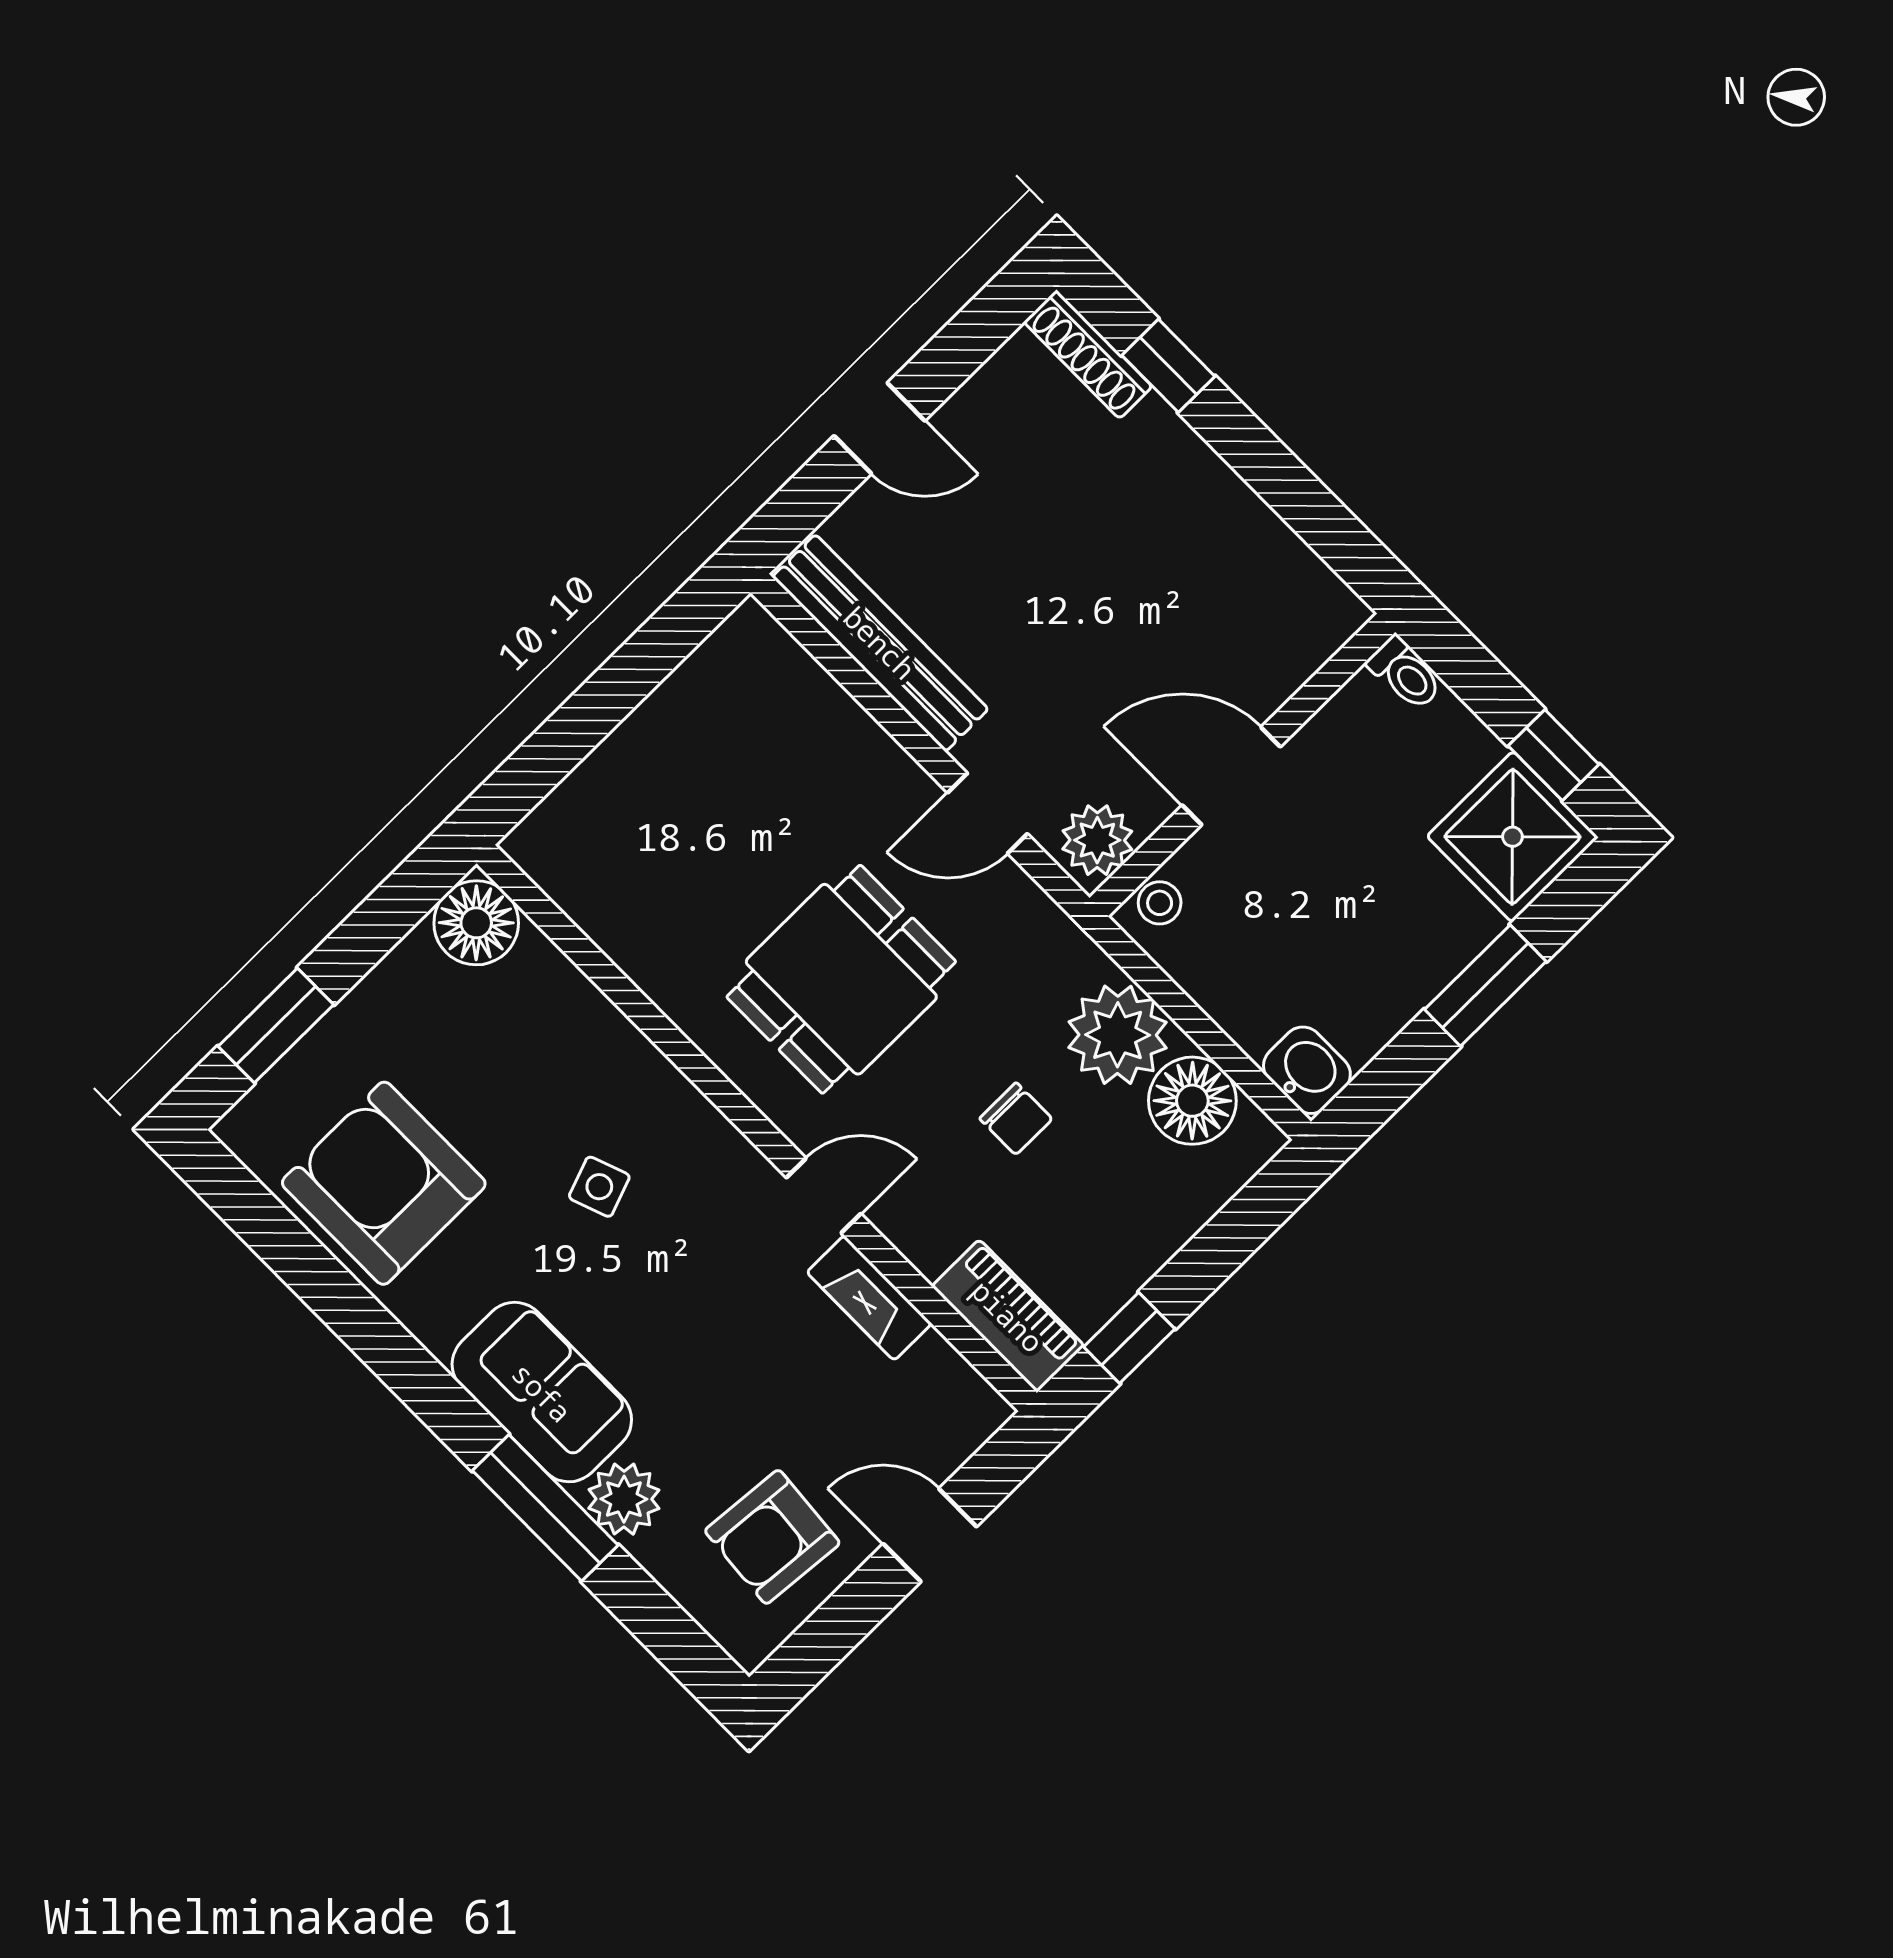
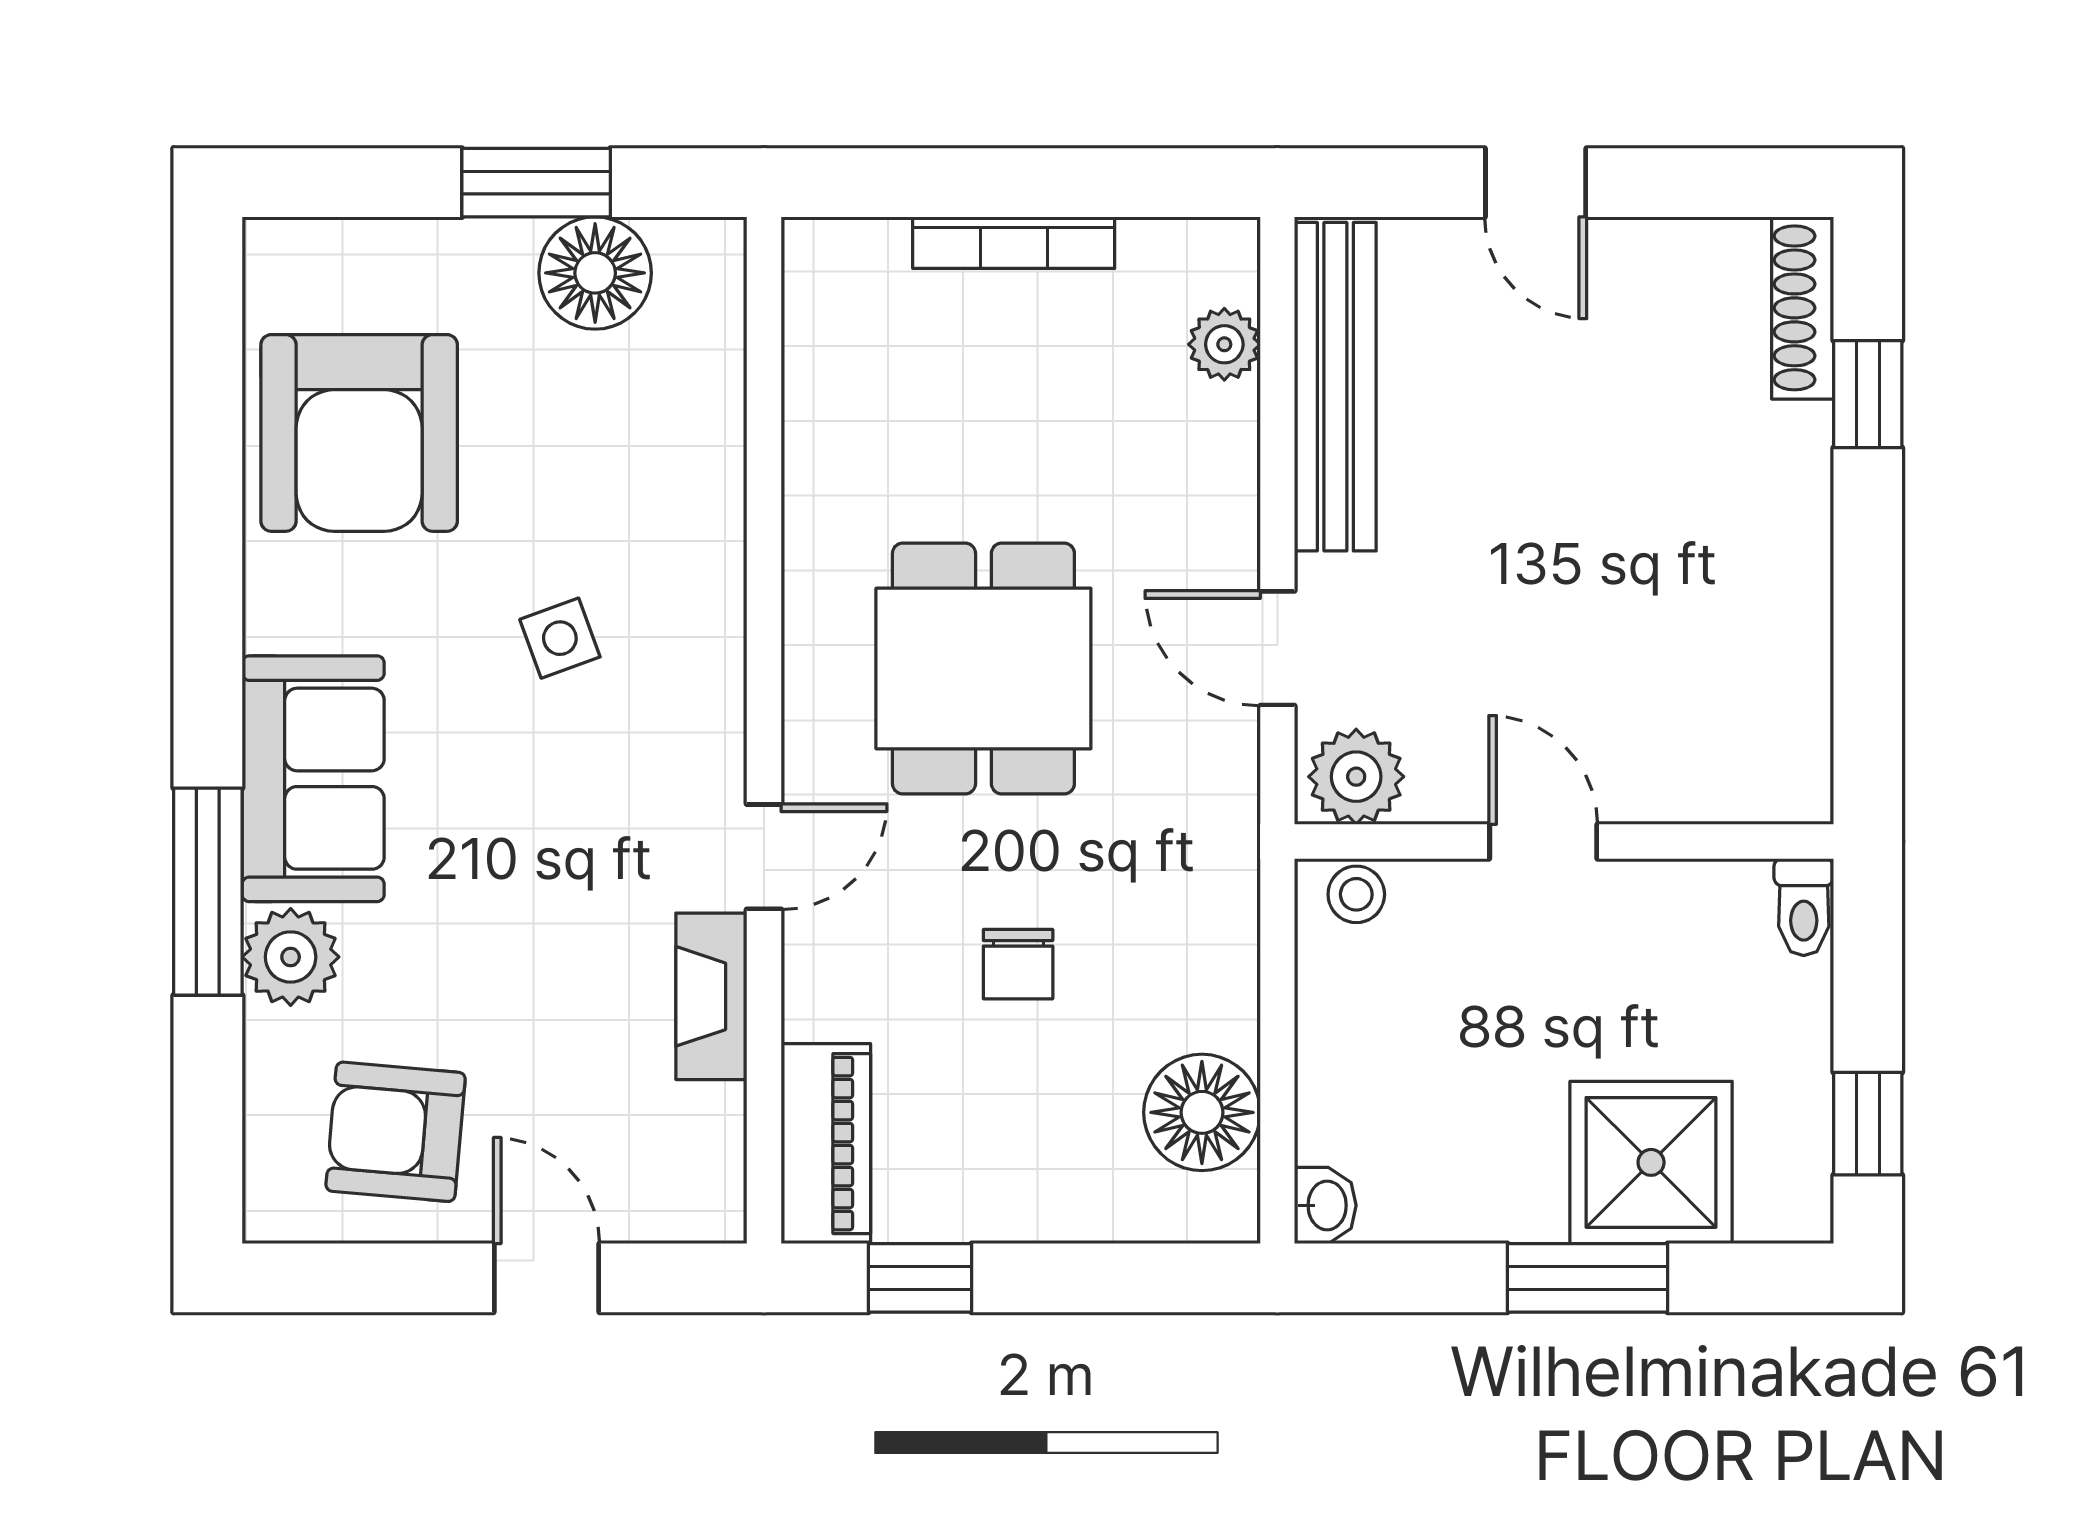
bookcase: (633, 736) -> (1014, 243), added
door: (1231, 776) -> (1543, 841), width x0.73
shower: (1512, 837) -> (1651, 1162), moved
floor lamp: (476, 923) -> (595, 273), moved
dining table: (841, 979) -> (983, 668), turned 90
window: (276, 1025) -> (536, 183), moved
plant: (1118, 1035) -> (1224, 344), moved, width x0.53, depth x0.53
washbasin: (1307, 1070) -> (1325, 1205), width x0.72, depth x0.69
armchair: (384, 1183) -> (359, 433), turned 180
door: (824, 1196) -> (764, 857), hinge flipped

